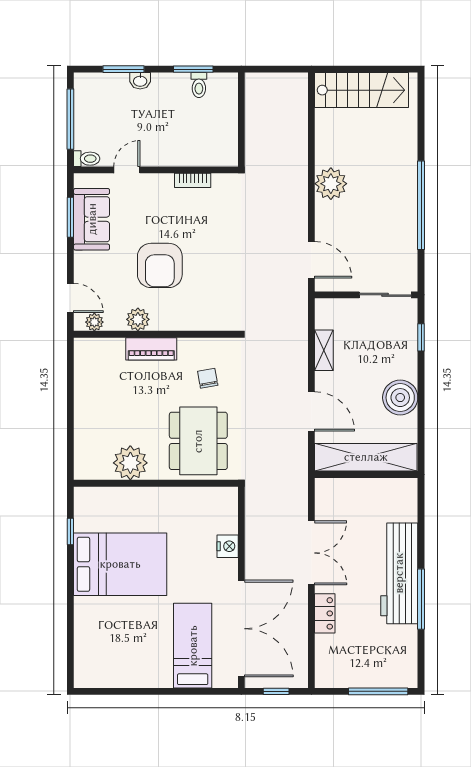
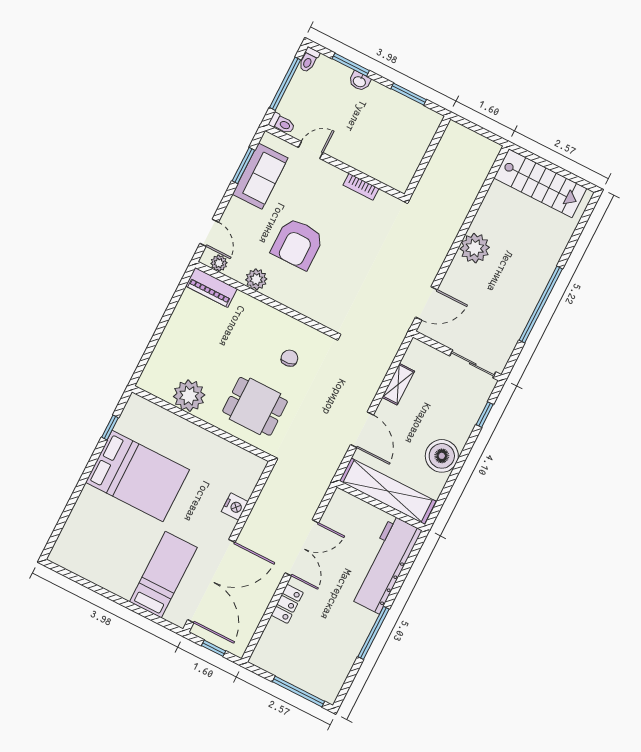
toilet: (199, 85) -> (309, 60), moved
door: (311, 260) -> (426, 303), hinge flipped
piano: (151, 349) -> (211, 287), moved
dining table: (198, 441) -> (255, 406), width x0.73
workbench: (399, 573) -> (386, 565), moved

